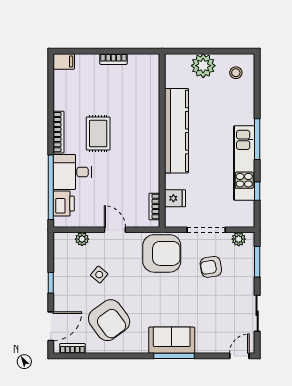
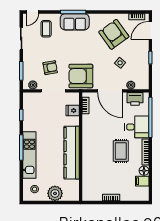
filing cabinet: (64, 61) -> (142, 181), moved
floor lamp: (61, 102) -> (144, 171), added
kitchen unit: (244, 163) -> (29, 155), moved
printer: (64, 204) -> (135, 99), moved, turned -90
door: (115, 230) -> (110, 91), width x1.88
coffee table: (217, 329) -> (46, 29), added

